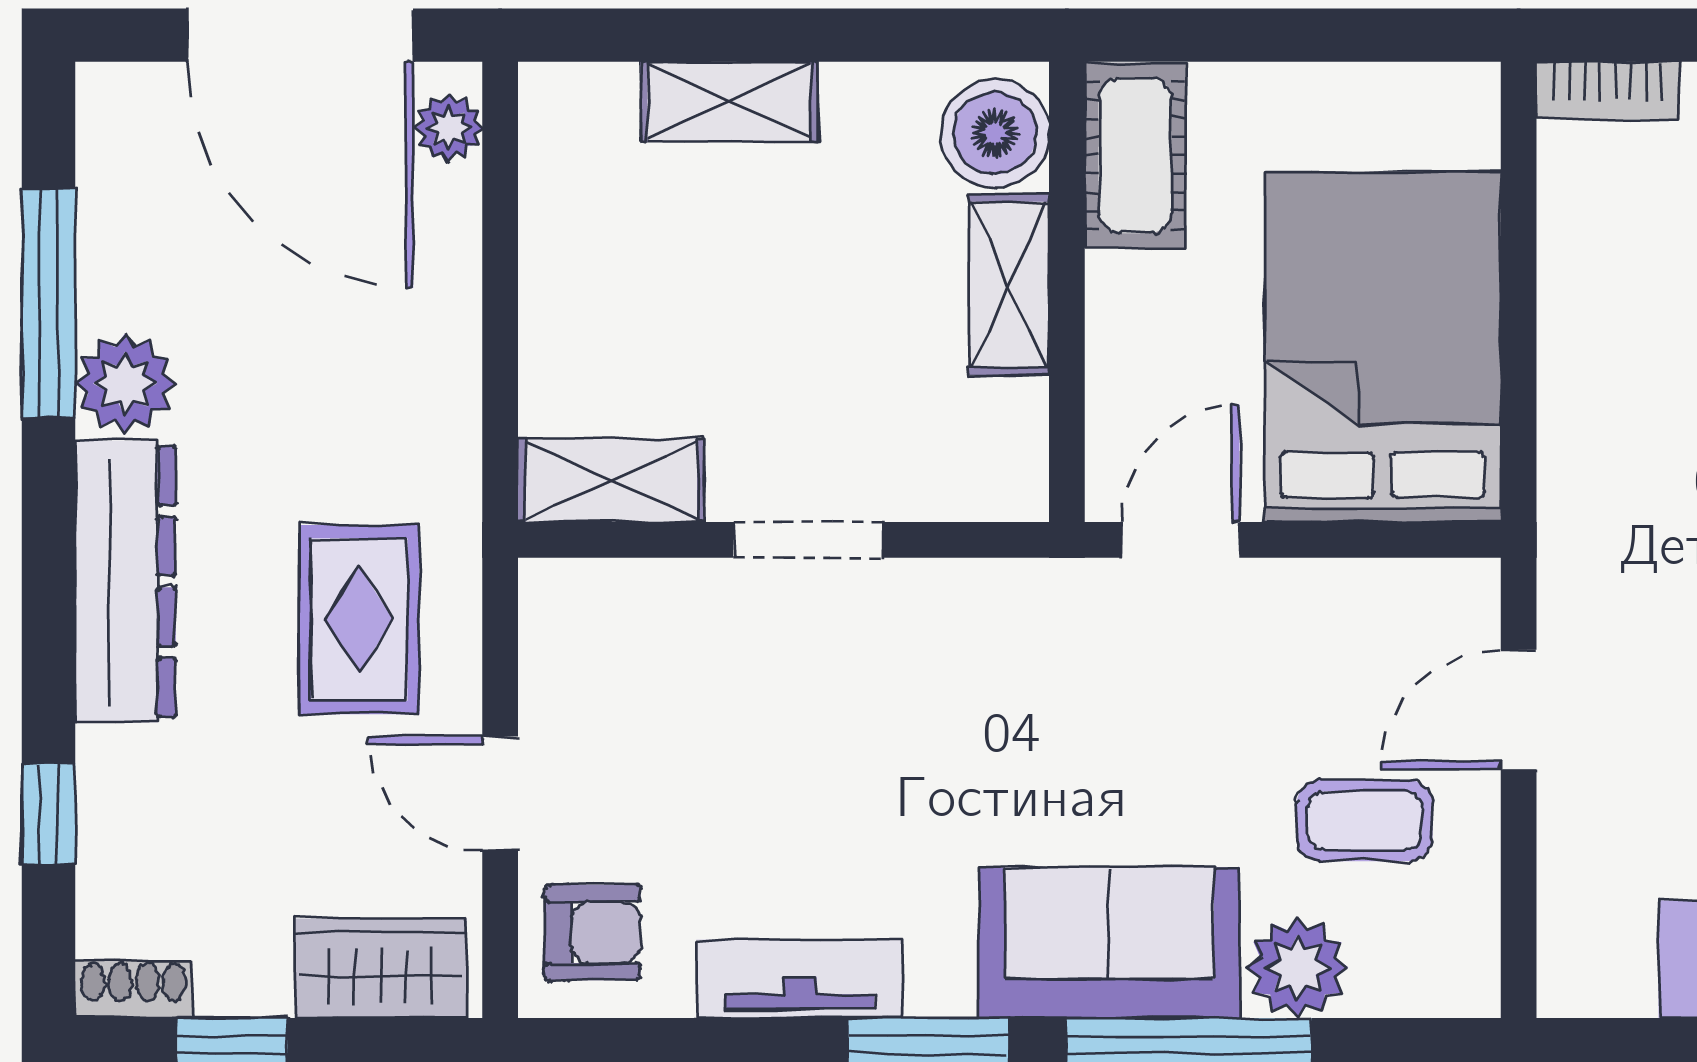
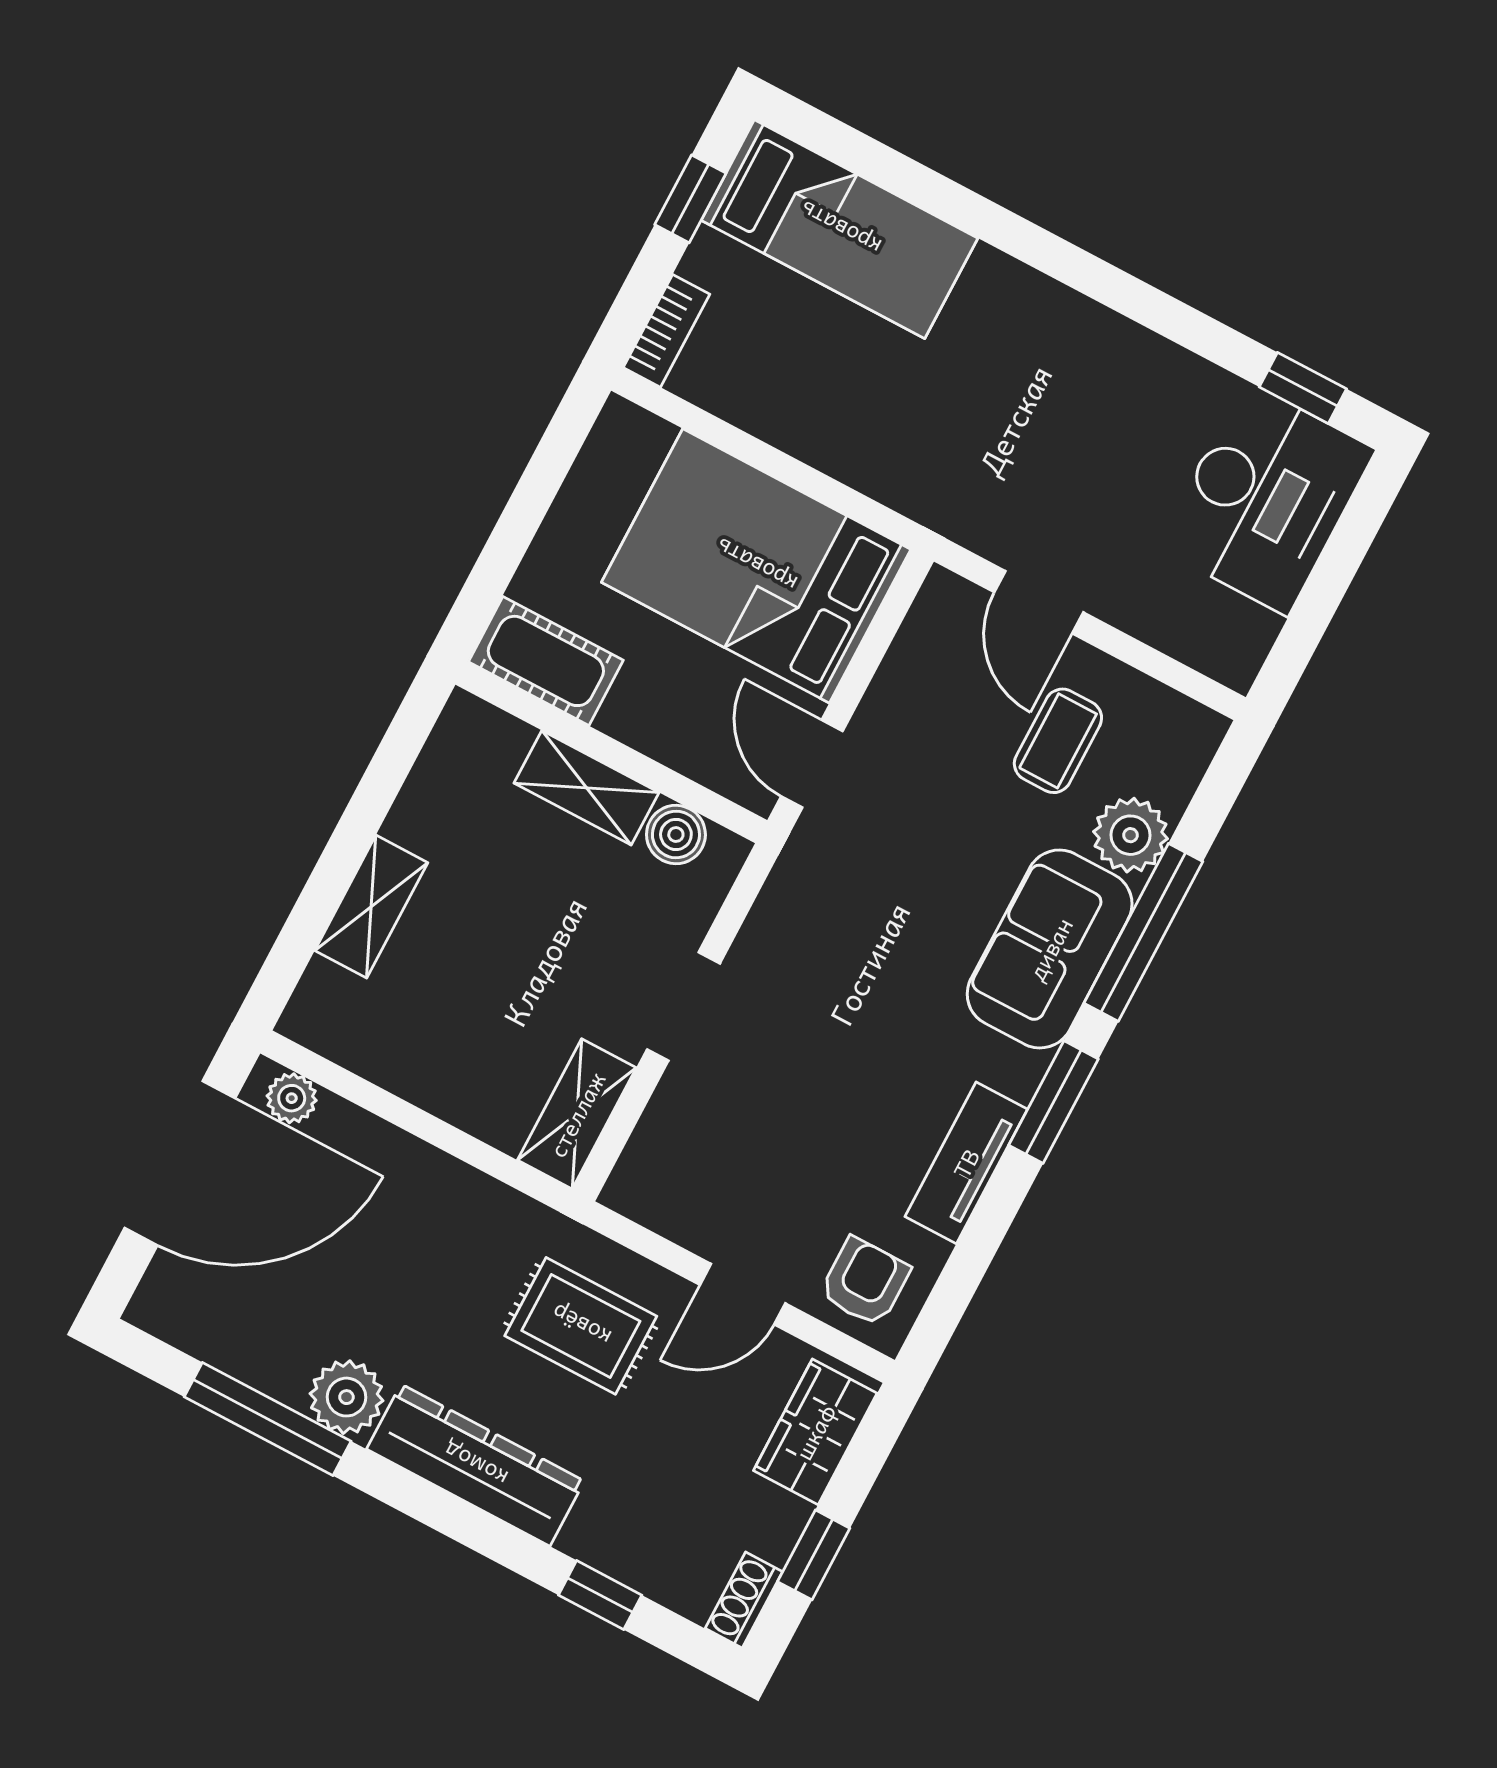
boiler: (995, 133) -> (676, 834), moved, width x0.73, depth x0.73

